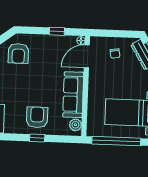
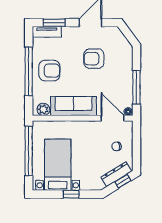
window: (57, 31) -> (136, 87), width x2.17
armchair: (18, 53) -> (94, 59), moved
window: (37, 138) -> (29, 71), width x3.17

